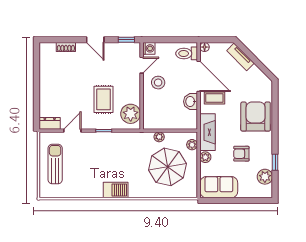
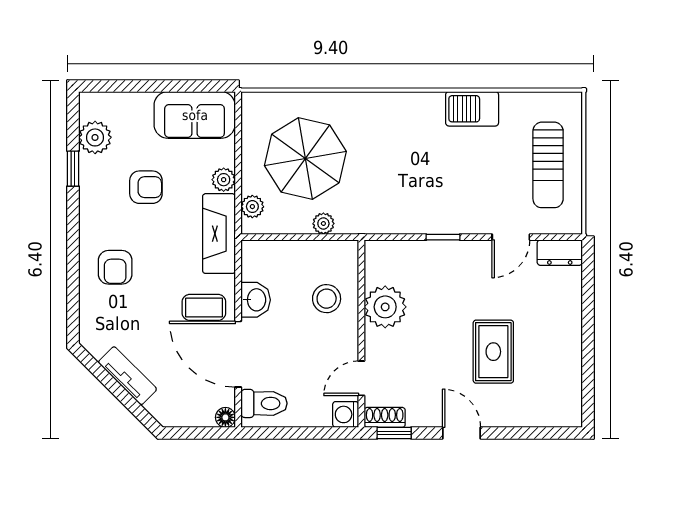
shoe rack: (66, 47) -> (385, 417), moved
tv unit: (240, 57) -> (127, 376), moved
stool: (158, 83) -> (327, 299), moved
rug: (103, 99) -> (493, 352), moved
plant: (131, 114) -> (385, 307), moved
armchair: (256, 117) -> (115, 267), width x0.53, depth x0.53
barbecue: (116, 190) -> (472, 109), moved

